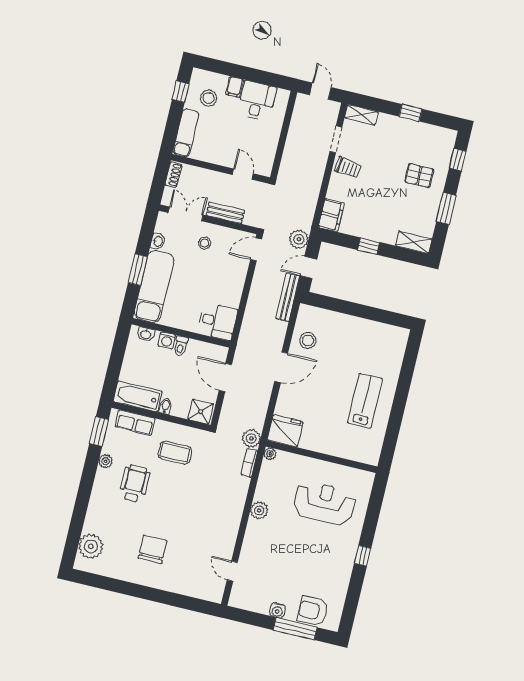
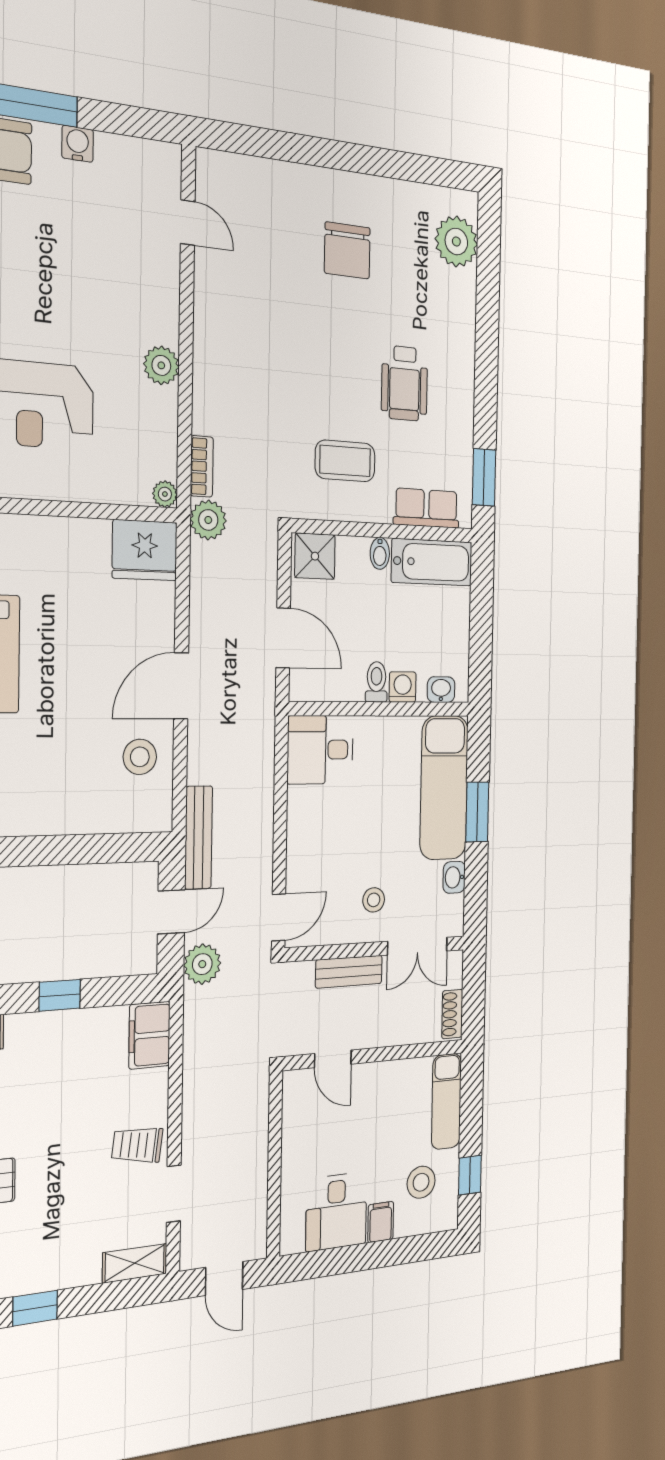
plant: (106, 461) -> (462, 420), removed

